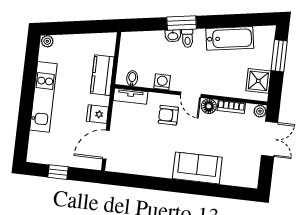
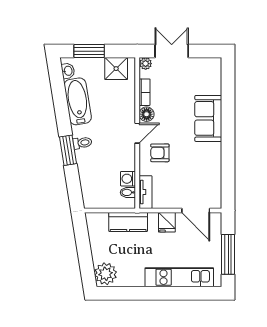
washbasin: (173, 36) -> (68, 71), moved
plant: (47, 41) -> (106, 274), width x1.88, depth x1.88
washing machine: (162, 82) -> (128, 179), moved
kitchen unit: (43, 97) -> (179, 277), moved
armchair: (168, 115) -> (160, 153), turned 90
window: (58, 172) -> (228, 254), width x2.17

